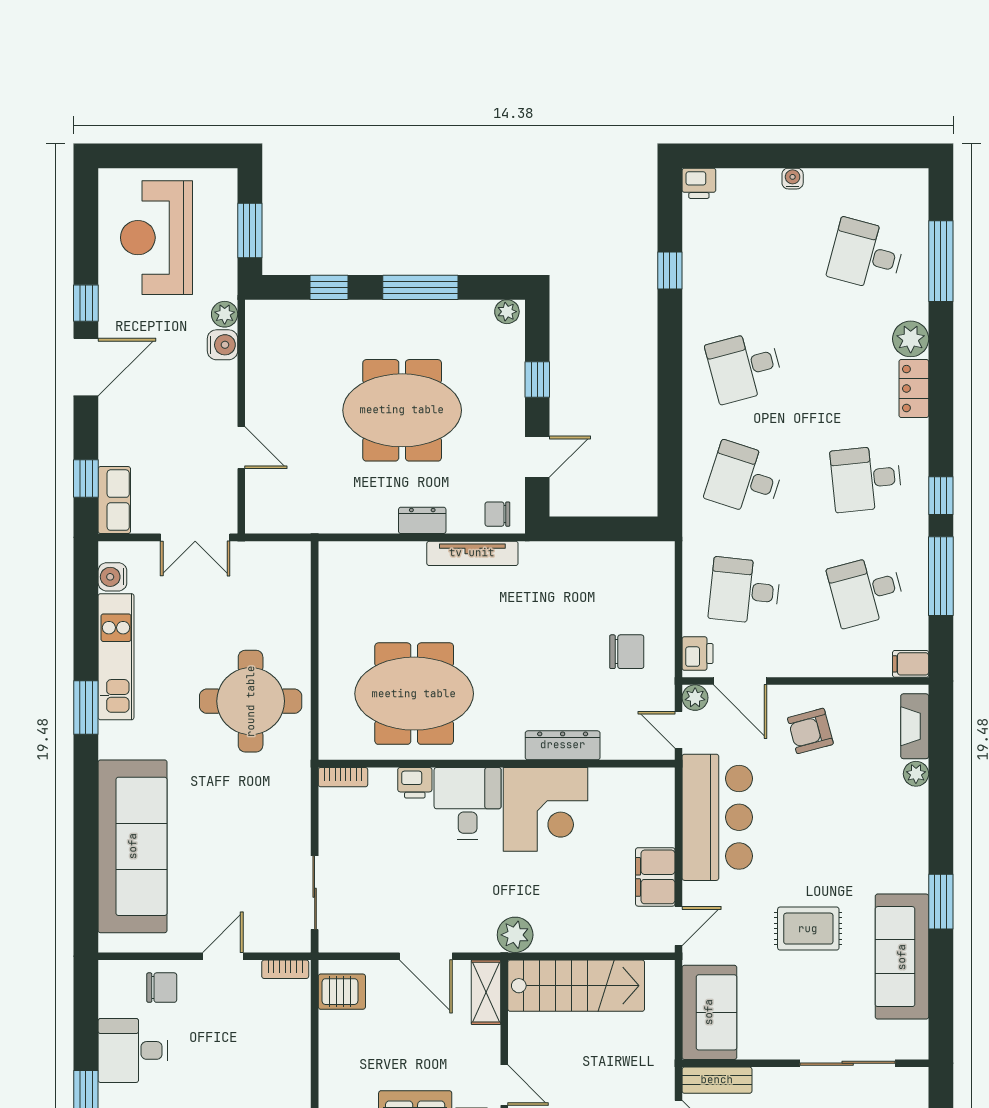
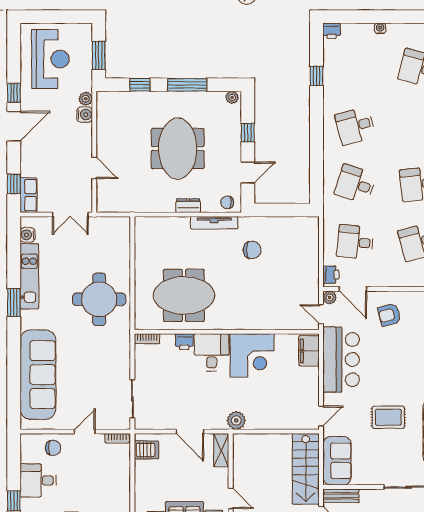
reception desk: (157, 238) -> (50, 59), turned 180
meeting table: (402, 410) -> (178, 149), turned 90
chair: (627, 652) -> (252, 250), moved
dresser: (563, 745) -> (261, 322), removed
filing cabinet: (655, 877) -> (309, 351), moved
stairs: (576, 986) -> (306, 469), moved, turned 90

